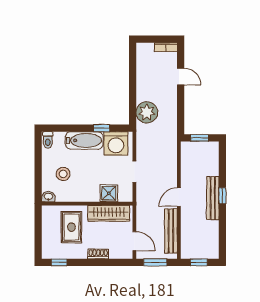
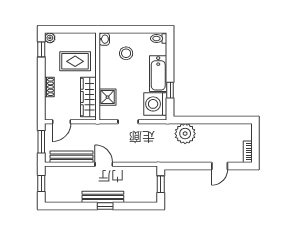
plant: (47, 253) -> (50, 38), added

